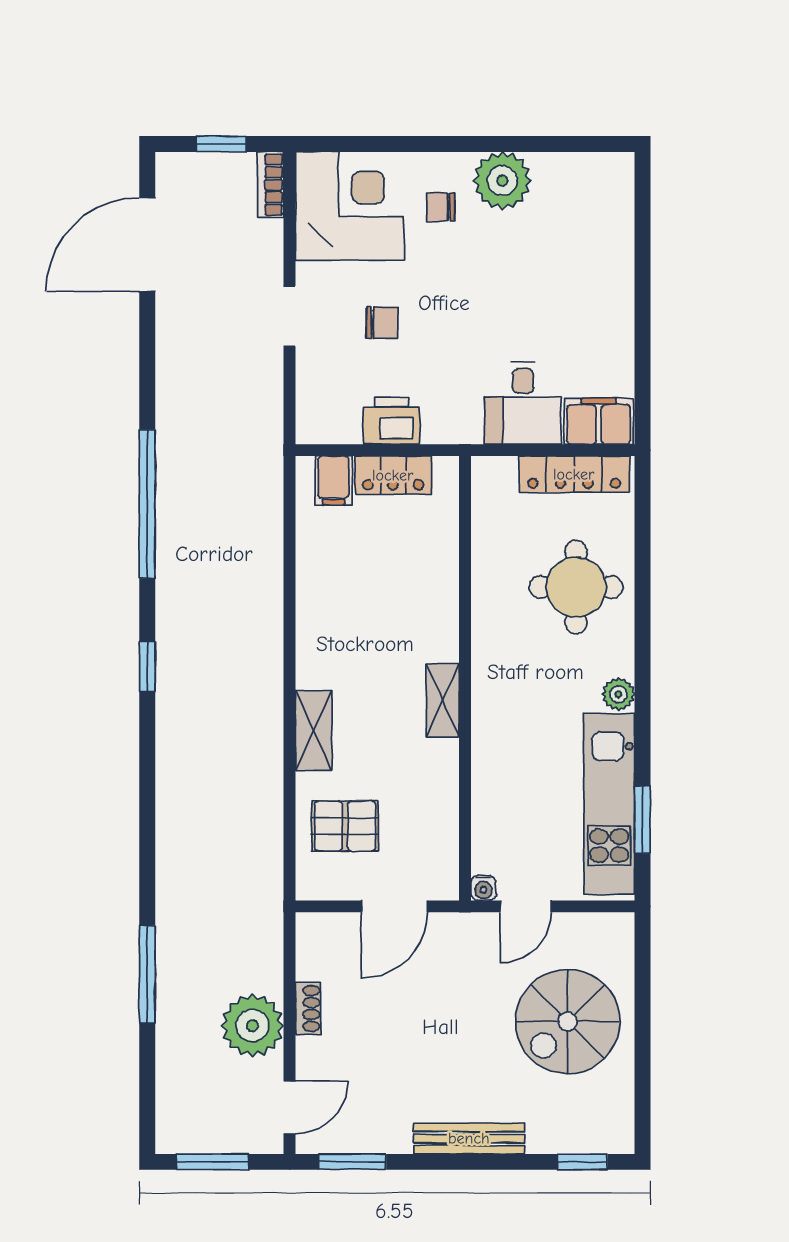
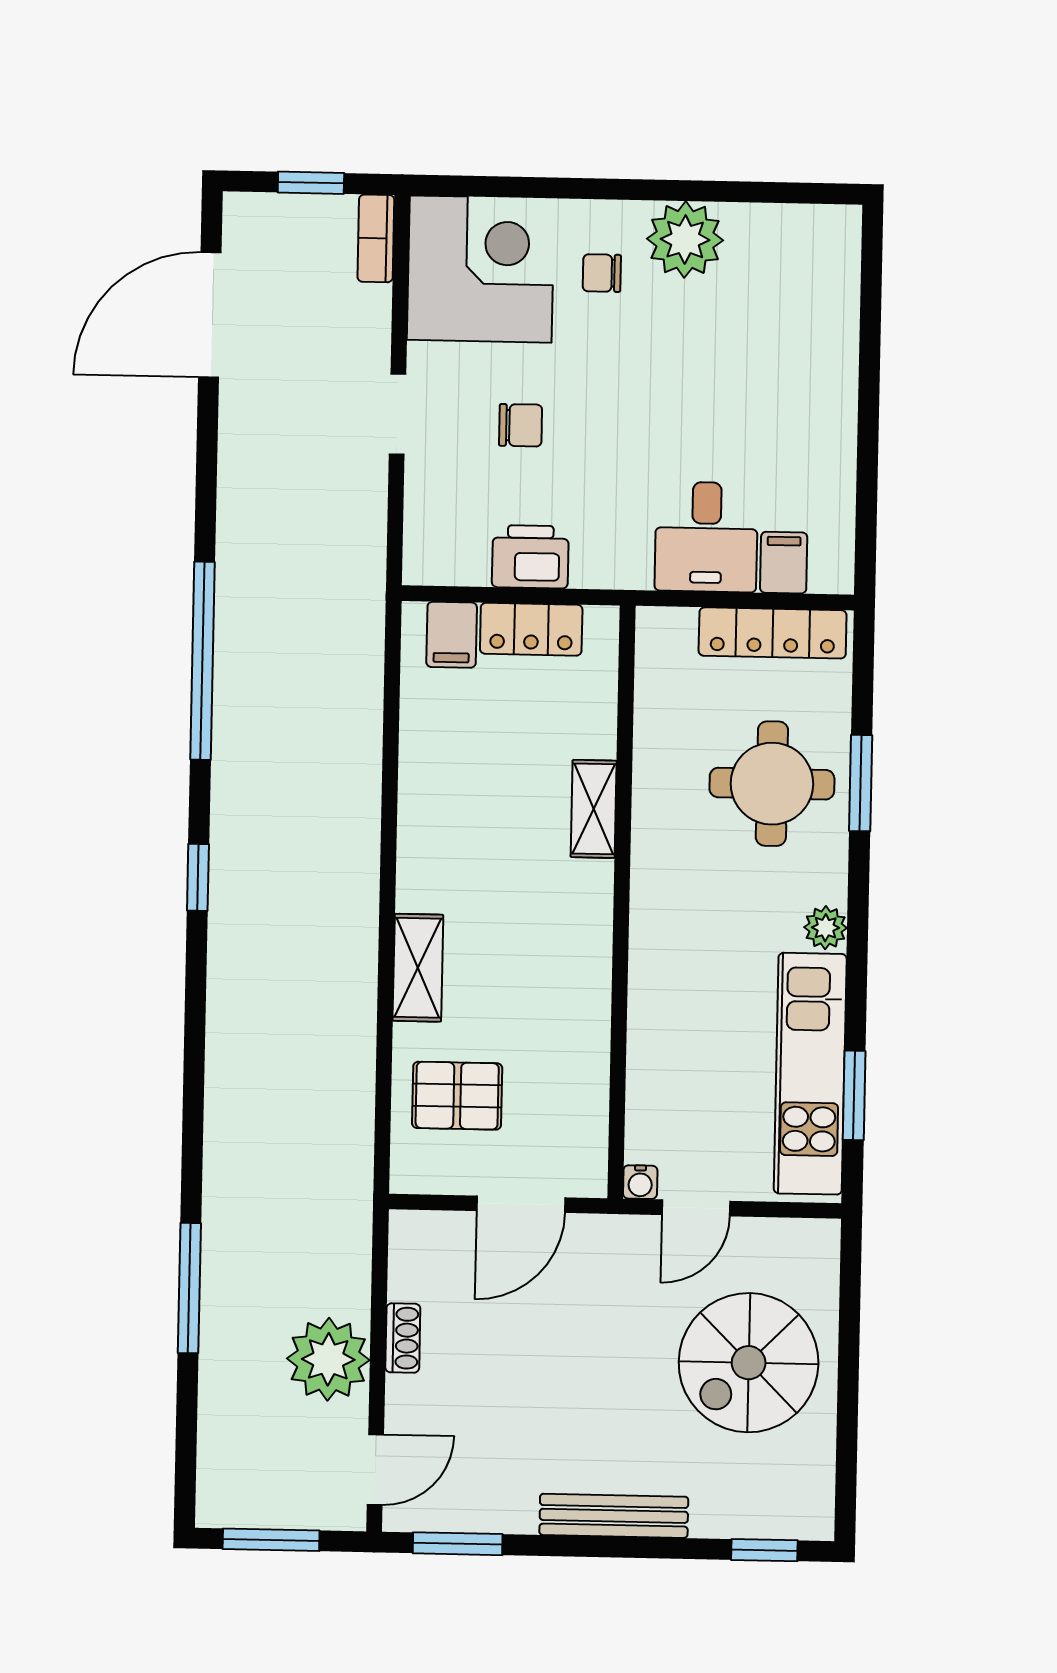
filing cabinet: (599, 421) -> (784, 563), width x0.50
window: (643, 585) -> (861, 783), added
shelving: (443, 700) -> (594, 809), moved

